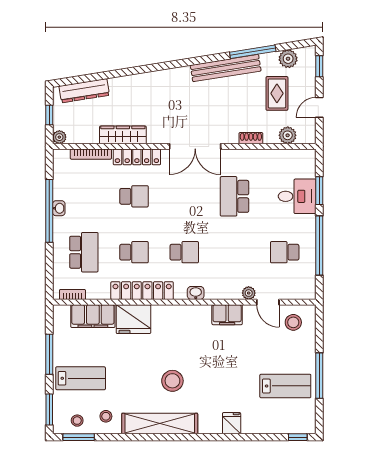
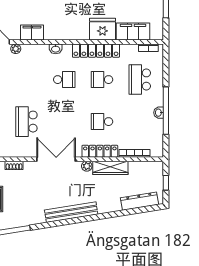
bench: (226, 68) -> (71, 212), moved
plant: (59, 137) -> (87, 166), moved
school desk: (234, 196) -> (26, 122), turned 180
school desk: (184, 252) -> (64, 80), turned 180

